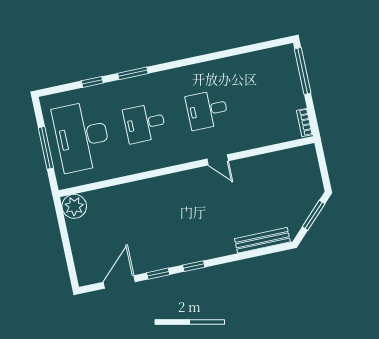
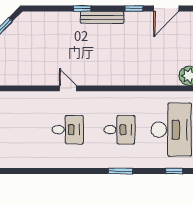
window: (92, 82) -> (174, 171), moved
bench: (262, 240) -> (102, 17), moved
window: (194, 266) -> (82, 8), moved

